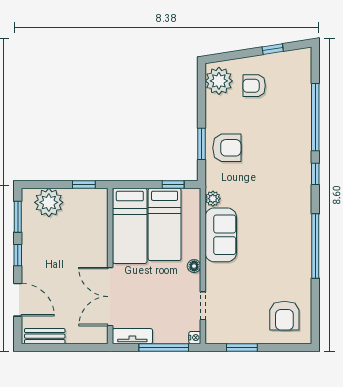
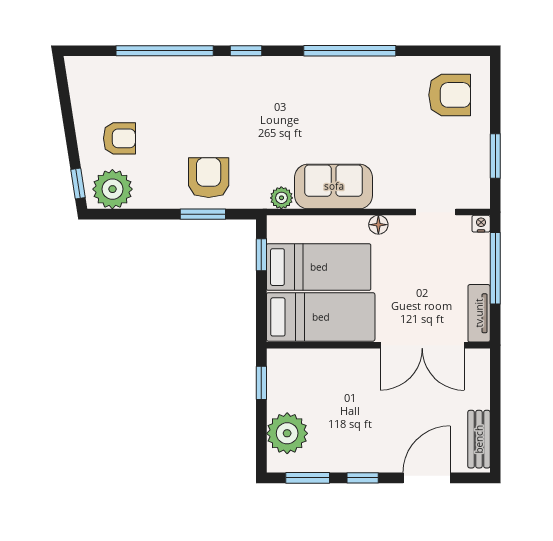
window: (273, 49) -> (78, 184), moved
armchair: (254, 86) -> (119, 138), turned -90

